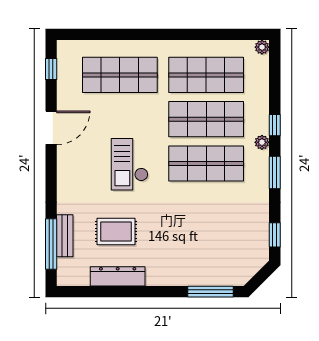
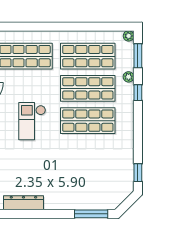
plant: (262, 142) -> (129, 77), moved
window: (275, 173) -> (138, 56), moved
rug: (116, 232) -> (22, 170), removed

